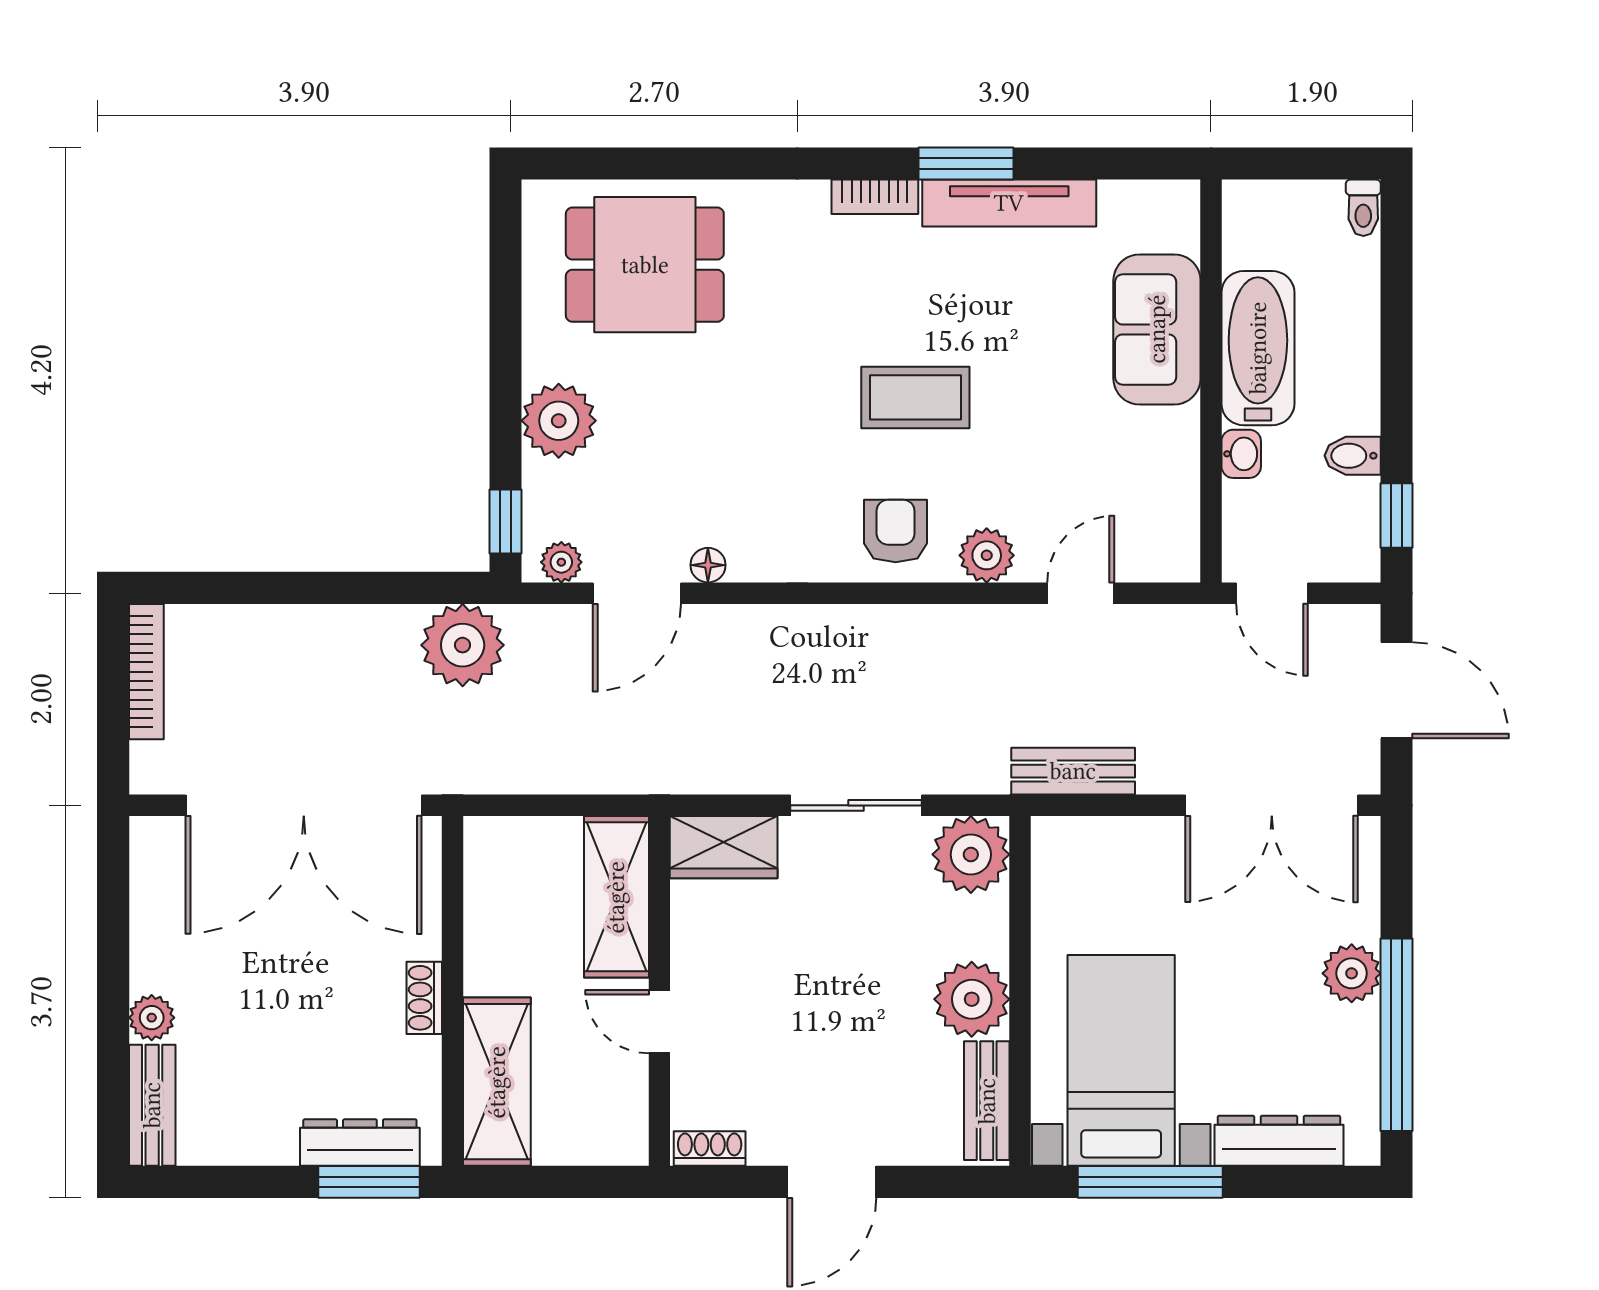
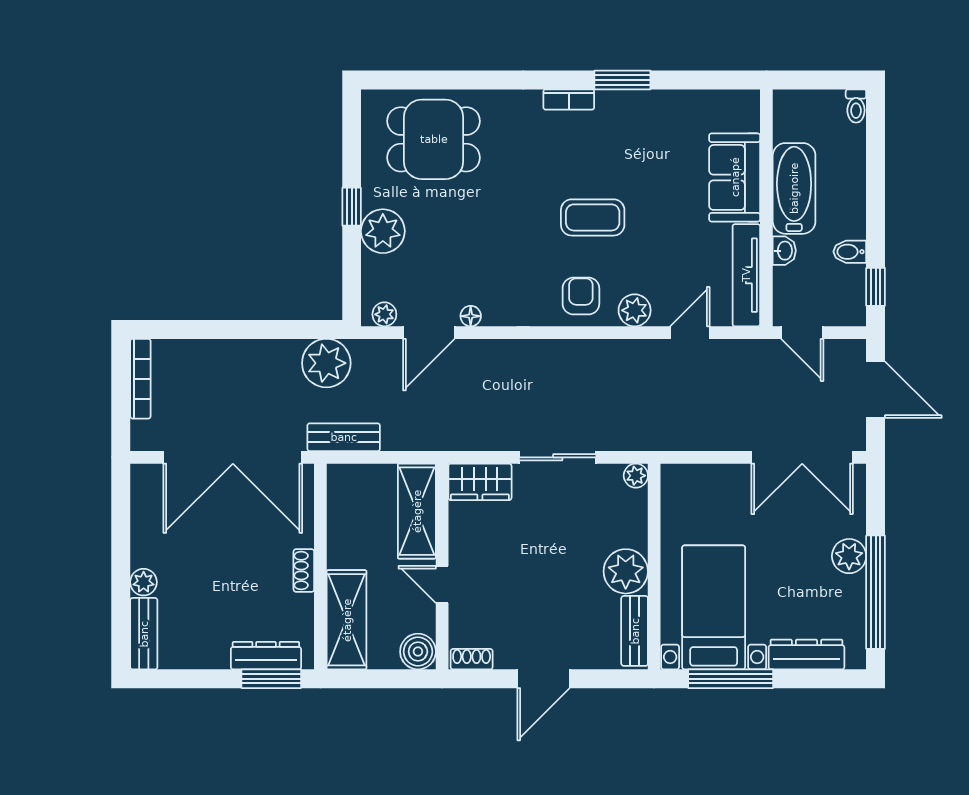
tv unit: (1009, 203) -> (746, 275), moved, turned 90
window: (506, 522) -> (352, 207), moved
bench: (1073, 771) -> (344, 437), moved
plant: (971, 854) -> (636, 476), width x0.53, depth x0.53
boiler: (618, 1136) -> (418, 652), added

